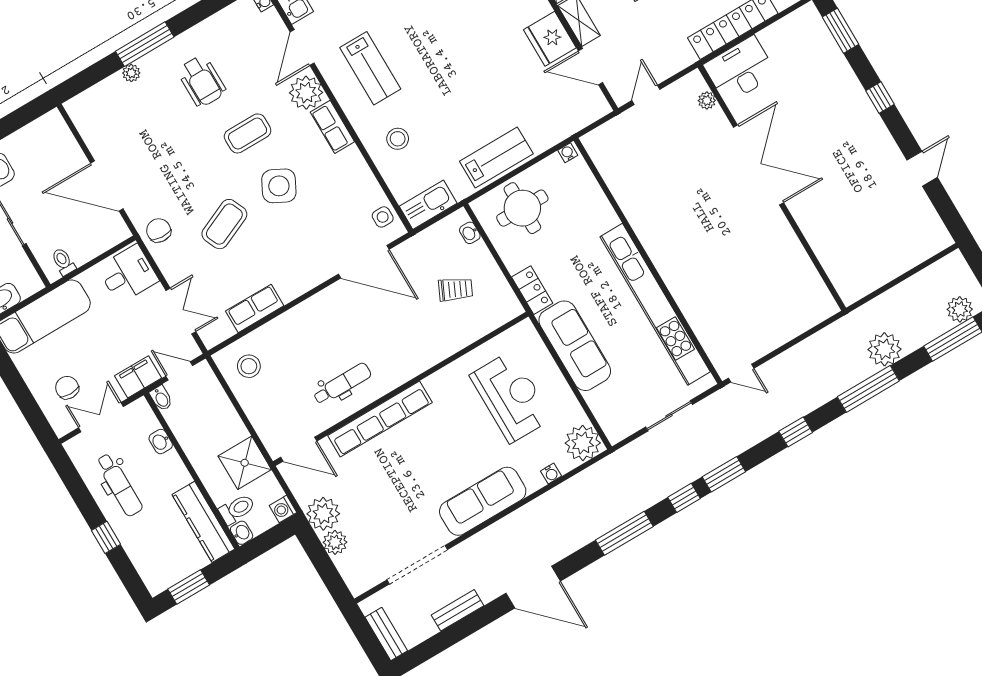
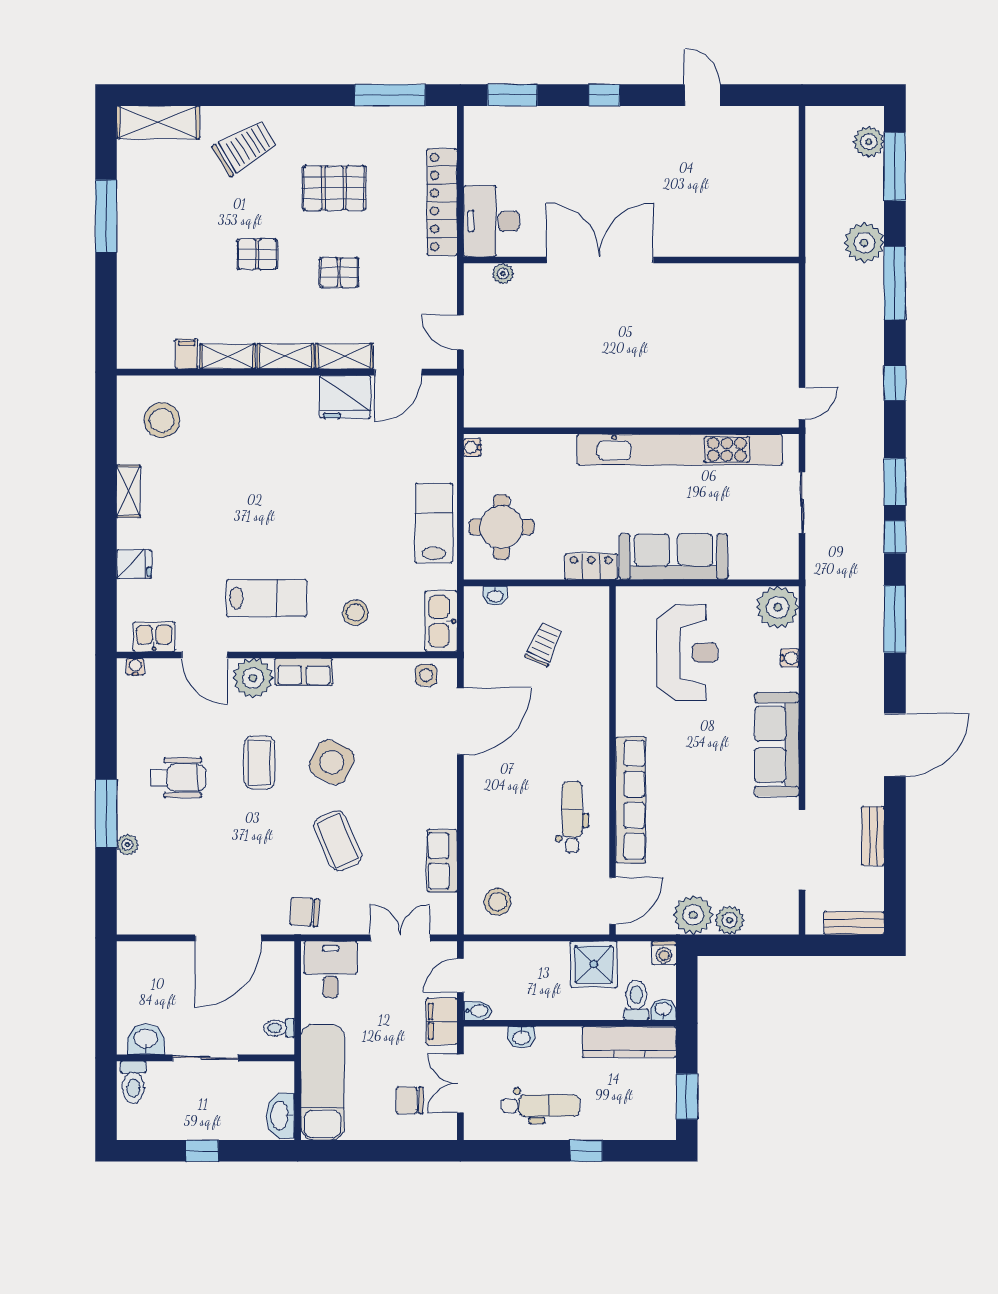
reception desk: (511, 397) -> (687, 653), turned 90

